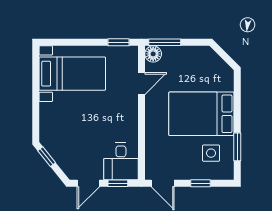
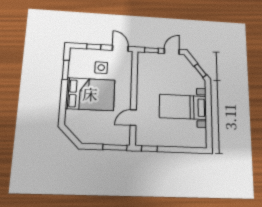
floor lamp: (153, 54) -> (124, 139), removed
bed with nightstands: (72, 74) -> (183, 107), moved
side table: (211, 153) -> (101, 68), moved
desk: (121, 161) -> (149, 65), removed

